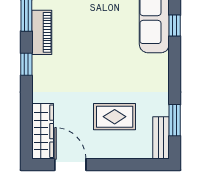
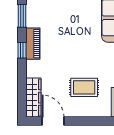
piano: (42, 32) -> (33, 44), moved

